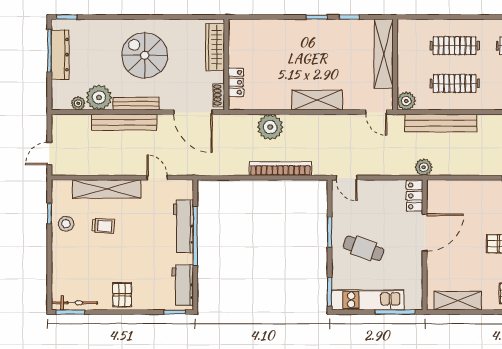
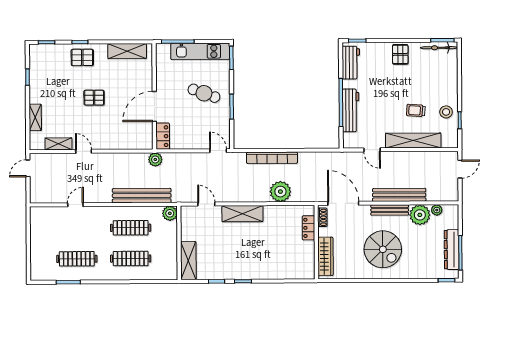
shelving: (384, 54) -> (188, 261), width x0.68
door: (376, 112) -> (206, 204), moved

